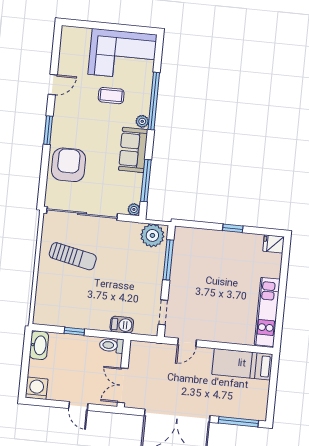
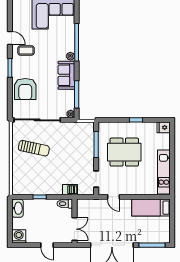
door: (53, 85) -> (10, 38), hinge flipped
coffee table: (111, 96) -> (26, 50), moved
armchair: (69, 165) -> (25, 89), turned 180
plant: (152, 235) -> (84, 130), removed
dining table: (210, 276) -> (124, 152), added
door: (187, 342) -> (114, 197), hinge flipped
double door: (123, 385) -> (75, 229), swing flipped

